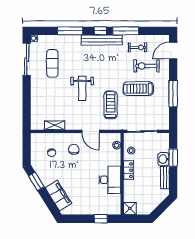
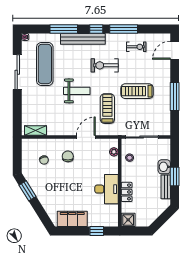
bench: (102, 40) -> (83, 39), moved
sliding door: (27, 59) -> (17, 72), moved
exercise mat: (52, 63) -> (45, 64), width x1.36, depth x1.45
exercise bike: (146, 66) -> (105, 65), moved
weight bench: (82, 88) -> (77, 91), turned -90
shelving: (55, 125) -> (36, 131), moved
door: (90, 131) -> (86, 137), swing flipped
window: (173, 158) -> (175, 177), moved
locker: (128, 170) -> (127, 192), moved
filing cabinet: (58, 196) -> (72, 219), moved, turned -58

